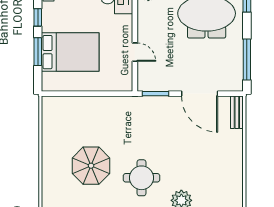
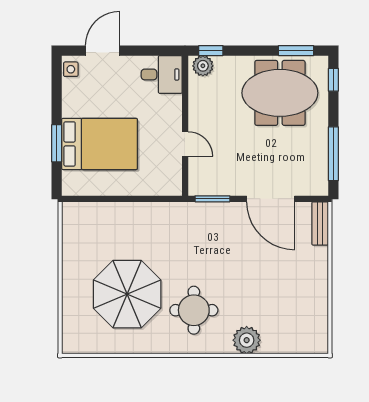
window: (38, 17) -> (57, 98), removed
parasol: (91, 166) -> (127, 294), width x1.36, depth x1.36

